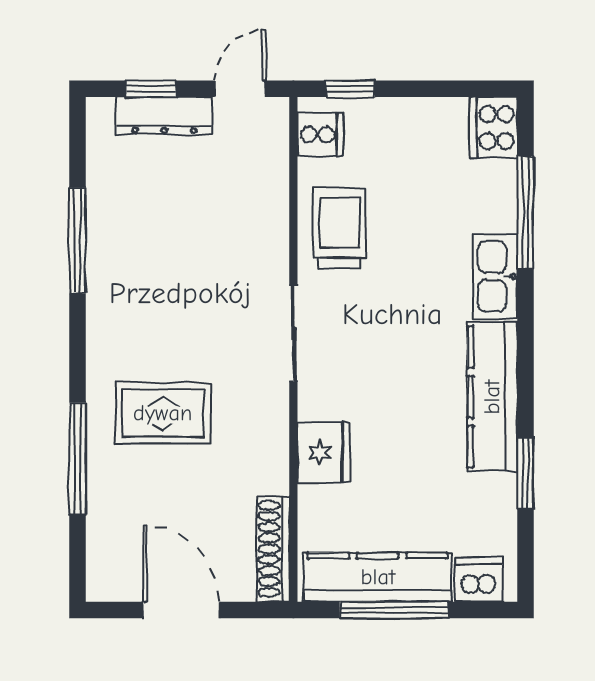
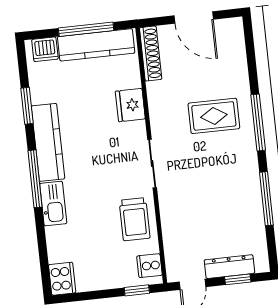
window: (526, 212) -> (35, 179), moved
window: (78, 459) -> (258, 122), moved

